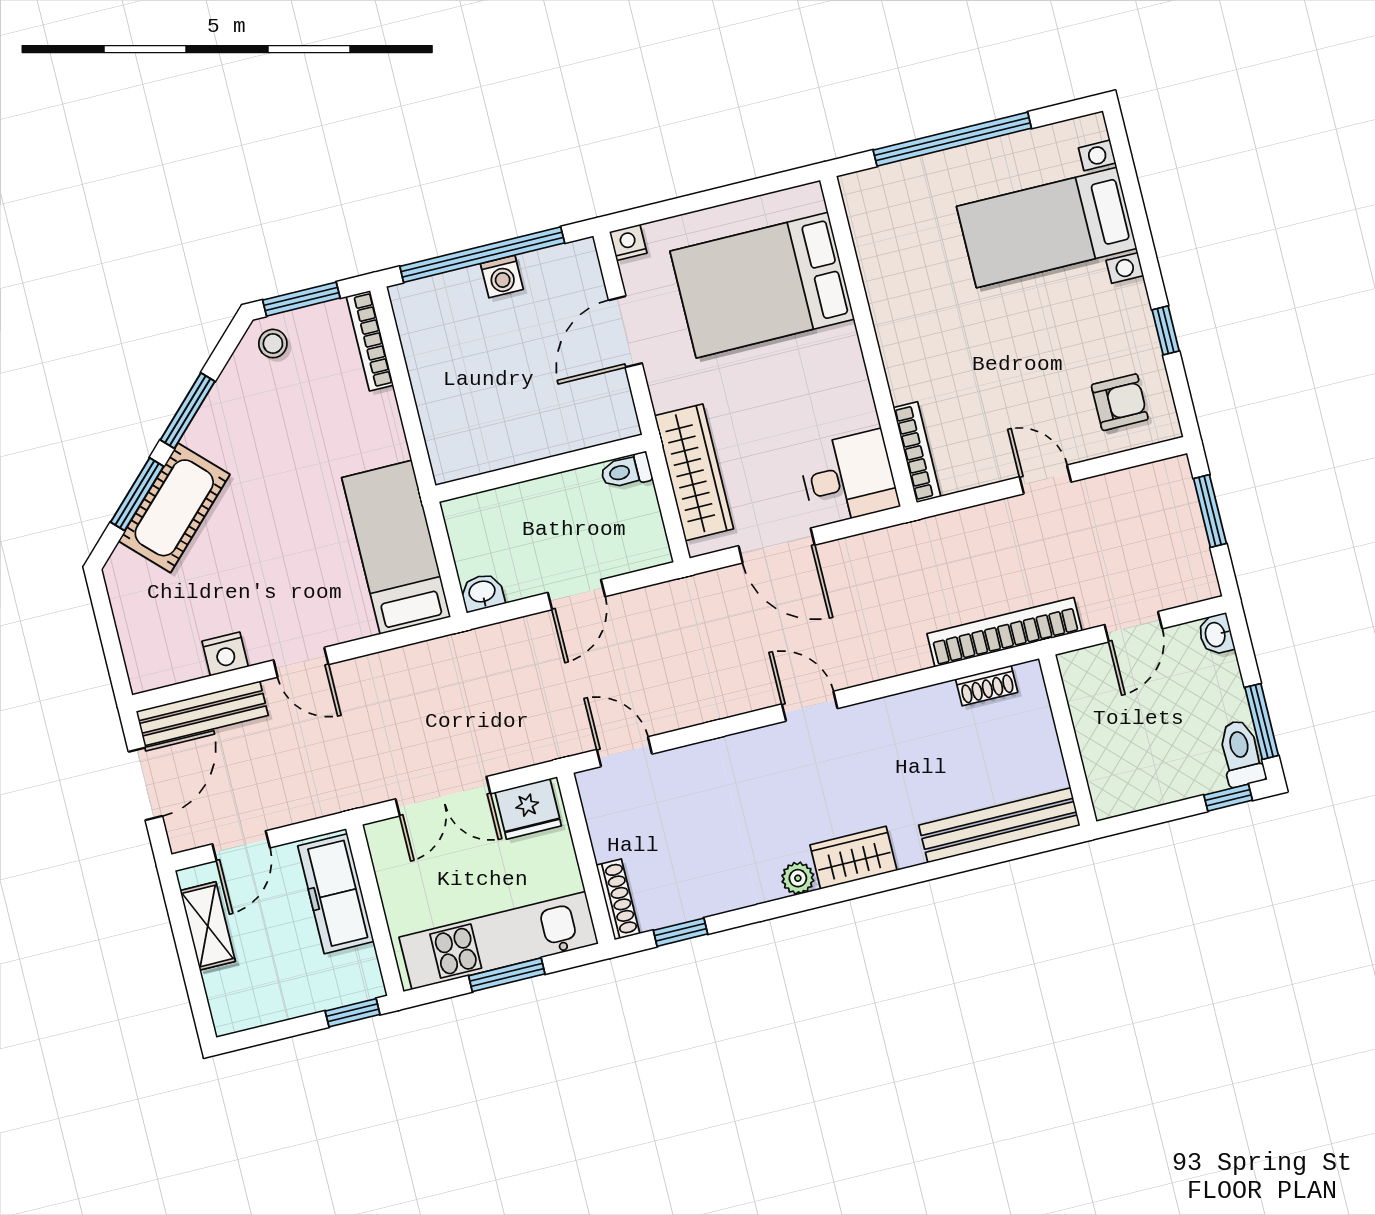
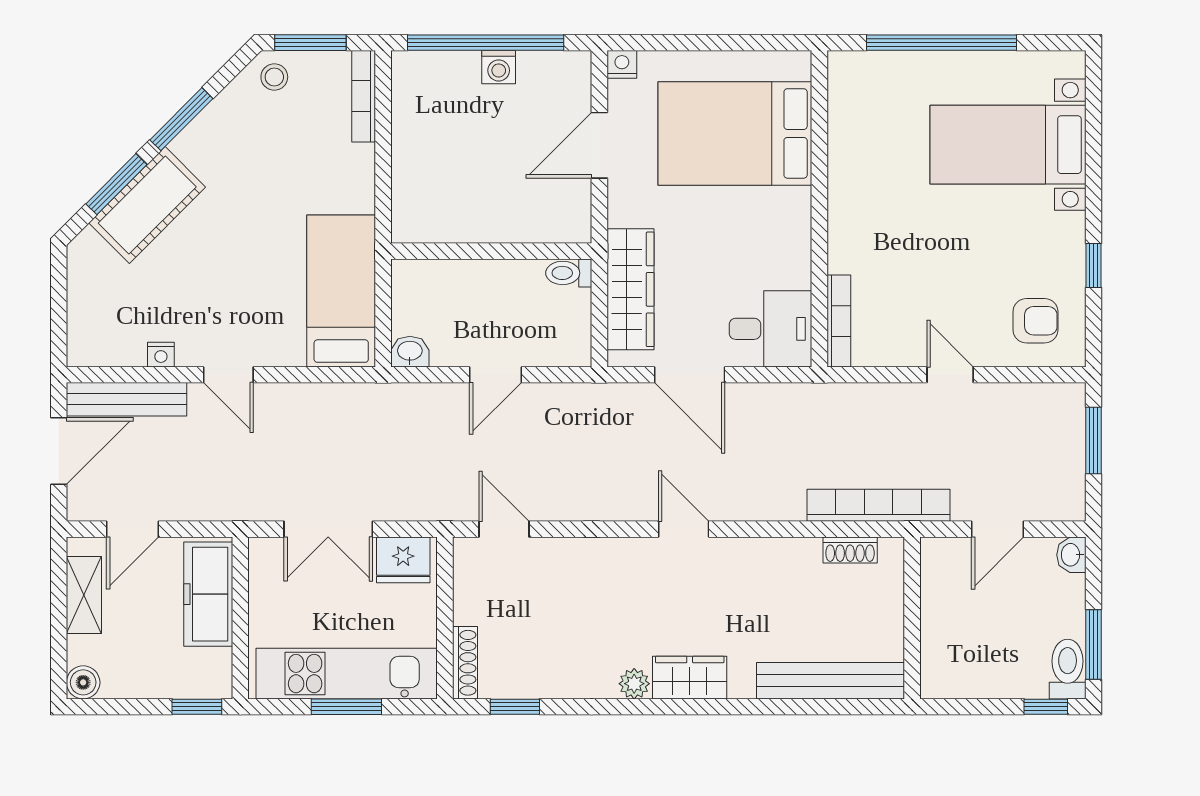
nightstand: (225, 654) -> (161, 355), width x0.72, depth x0.74
boiler: (229, 1016) -> (83, 682), added

